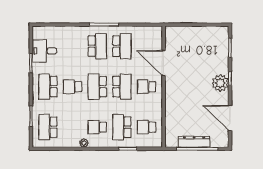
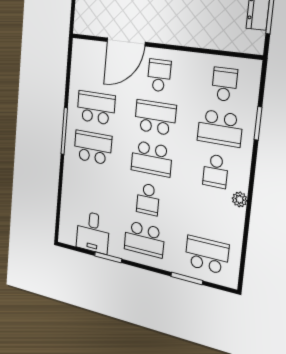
school desk: (147, 87) -> (159, 75), turned 180
school desk: (48, 127) -> (207, 255), turned 180
school desk: (147, 127) -> (224, 84), turned 180

